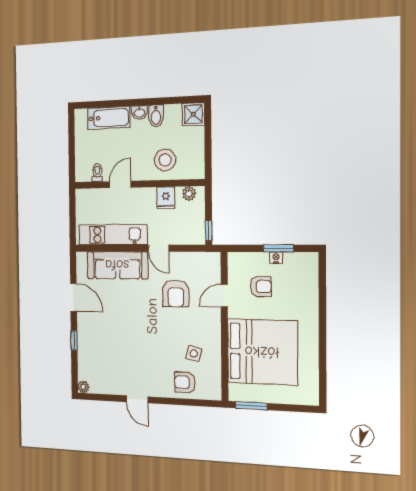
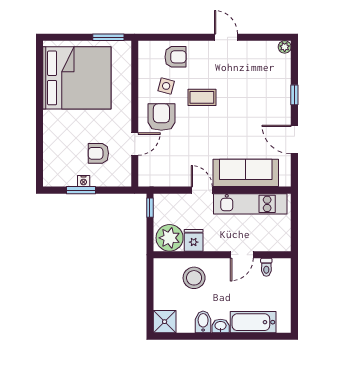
plant: (189, 194) -> (170, 238), width x1.87, depth x1.87
armchair: (176, 294) -> (161, 117), moved
coffee table: (159, 341) -> (202, 97), added
bed: (262, 352) -> (77, 78), moved, turned 180

